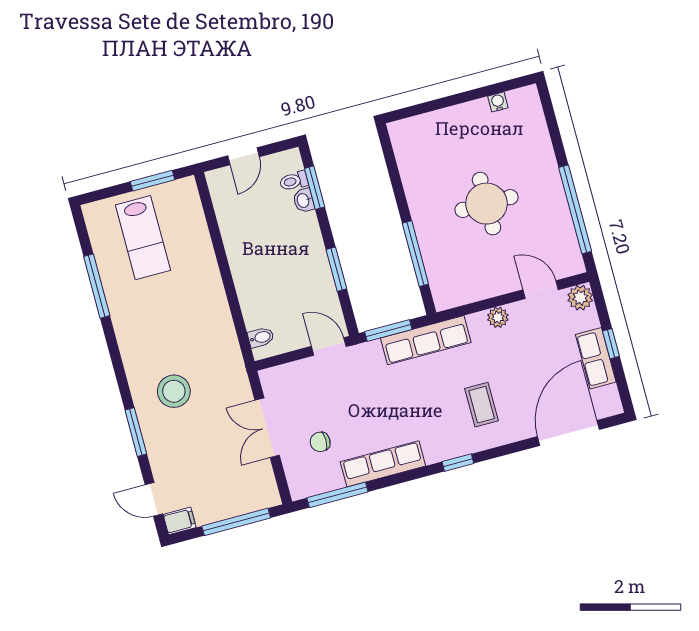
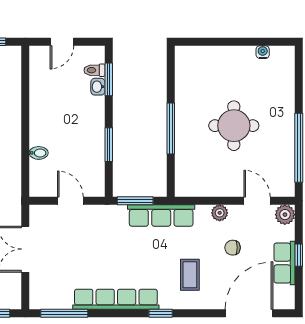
window: (415, 254) -> (171, 129), moved
bidet: (261, 337) -> (39, 153), moved
door: (329, 346) -> (70, 201), moved
chair: (320, 442) -> (233, 248), moved
row of seats: (383, 464) -> (116, 299), width x1.36

